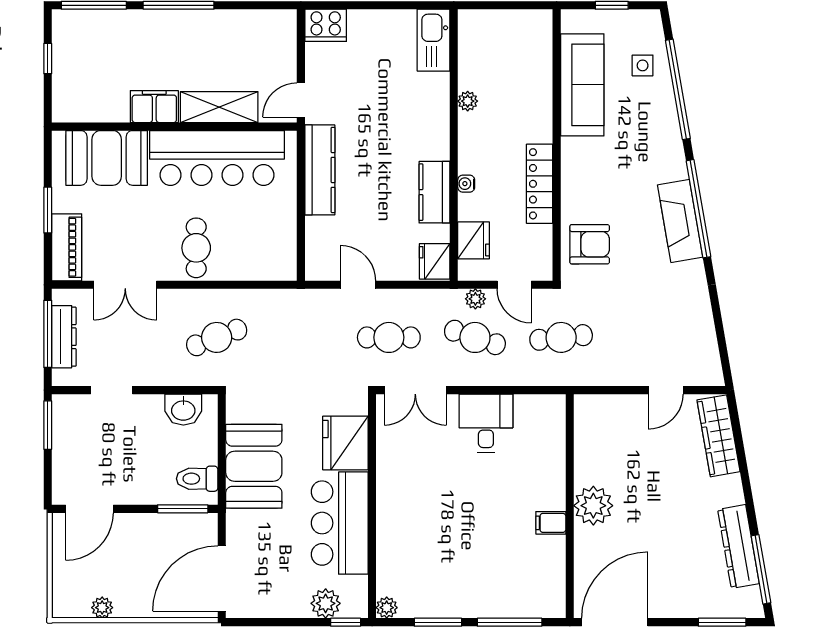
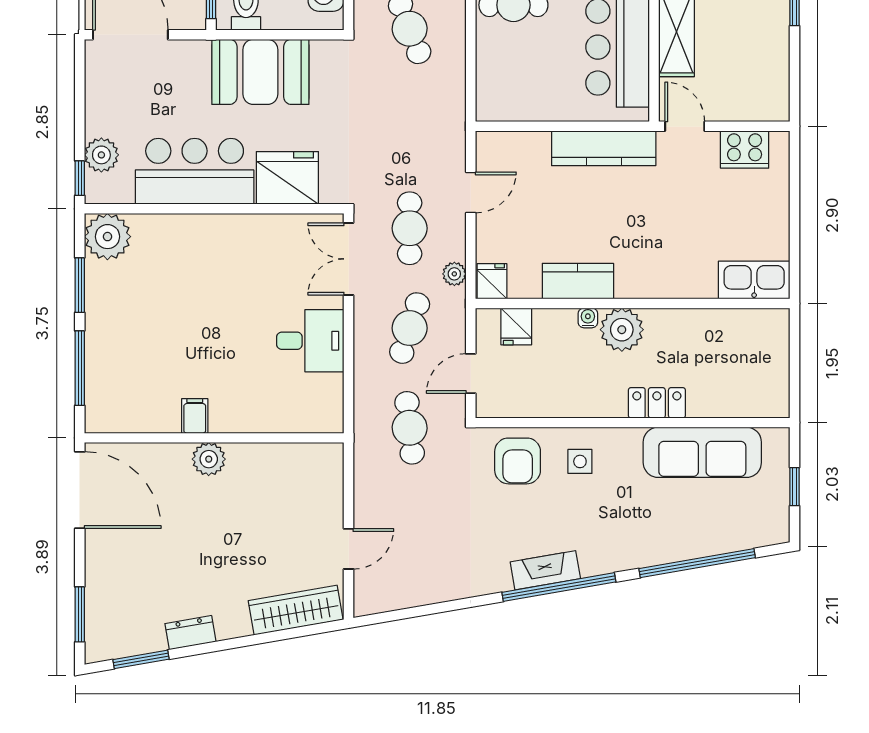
cooker: (326, 25) -> (745, 150), moved, turned -90
side table: (643, 65) -> (580, 461), moved
plant: (468, 101) -> (622, 330), moved, width x1.88, depth x1.88
locker: (540, 184) -> (657, 403), moved, width x0.66
fireplace: (680, 221) -> (545, 570), width x0.73, depth x0.76
fridge: (474, 240) -> (516, 326), width x0.72
fridge: (435, 261) -> (492, 281), width x0.72
plant: (475, 299) -> (454, 274), moved
door: (666, 390) -> (349, 549), swing flipped
plant: (593, 506) -> (209, 459), width x0.73, depth x0.73
dresser: (738, 546) -> (190, 633), width x0.51, depth x0.80
window: (761, 569) -> (141, 659), width x0.69
plant: (387, 608) -> (107, 237), width x1.88, depth x1.88

